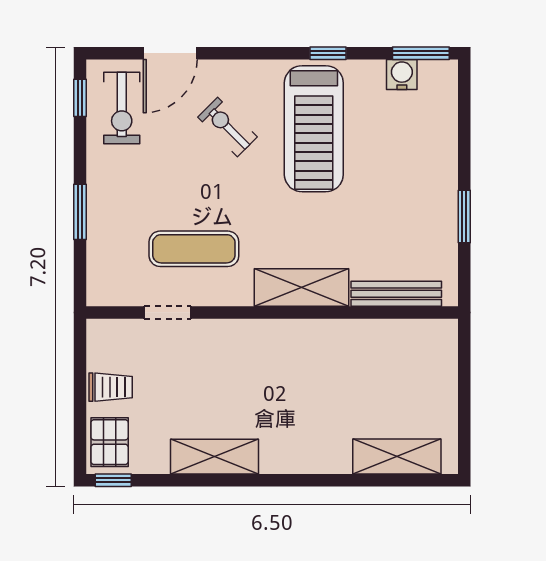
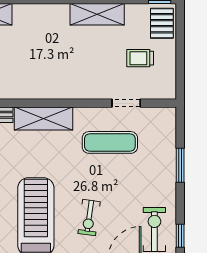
exercise bike: (228, 127) -> (89, 218), turned 53
trolley: (111, 387) -> (140, 58), moved

